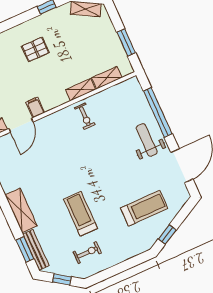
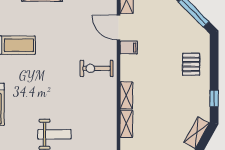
pallet: (35, 49) -> (191, 64), moved
exercise bike: (85, 116) -> (97, 68), moved, width x1.38, depth x1.39

